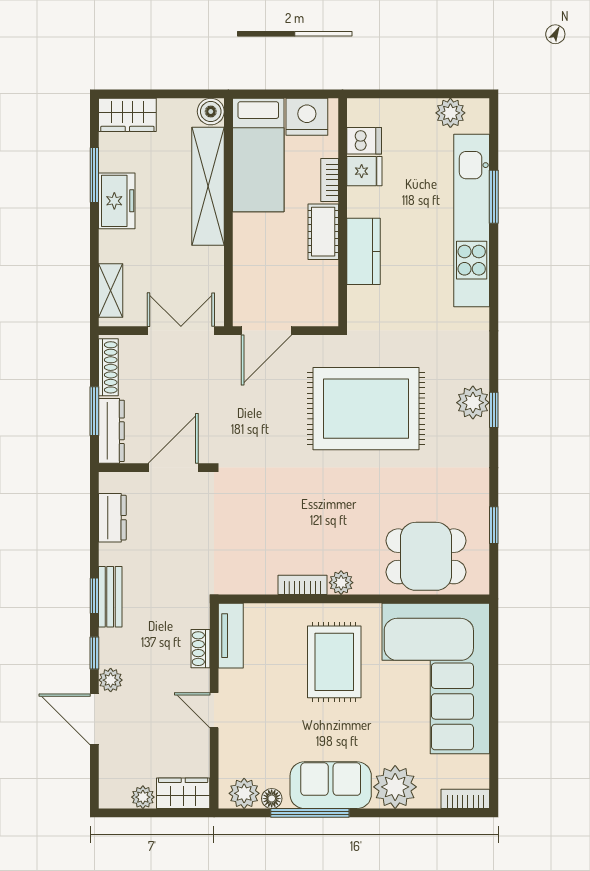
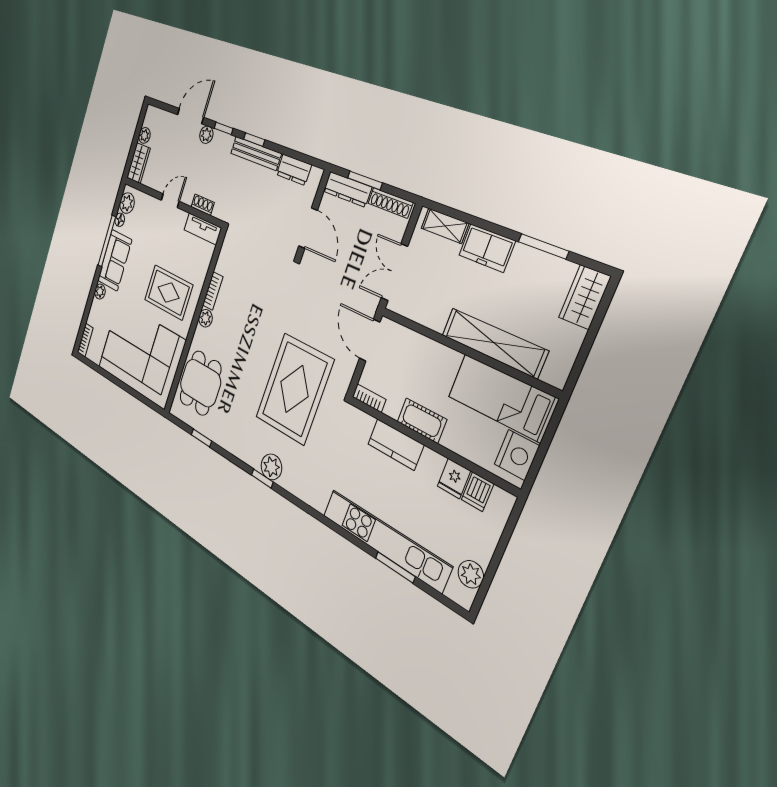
boiler: (211, 112) -> (556, 374), removed
bookcase: (330, 180) -> (369, 398), moved
freezer: (117, 201) -> (487, 248), moved
double door: (181, 331) -> (394, 272), swing flipped
bench: (110, 597) -> (256, 153), width x1.36
plant: (395, 787) -> (100, 291), width x0.53, depth x0.53

